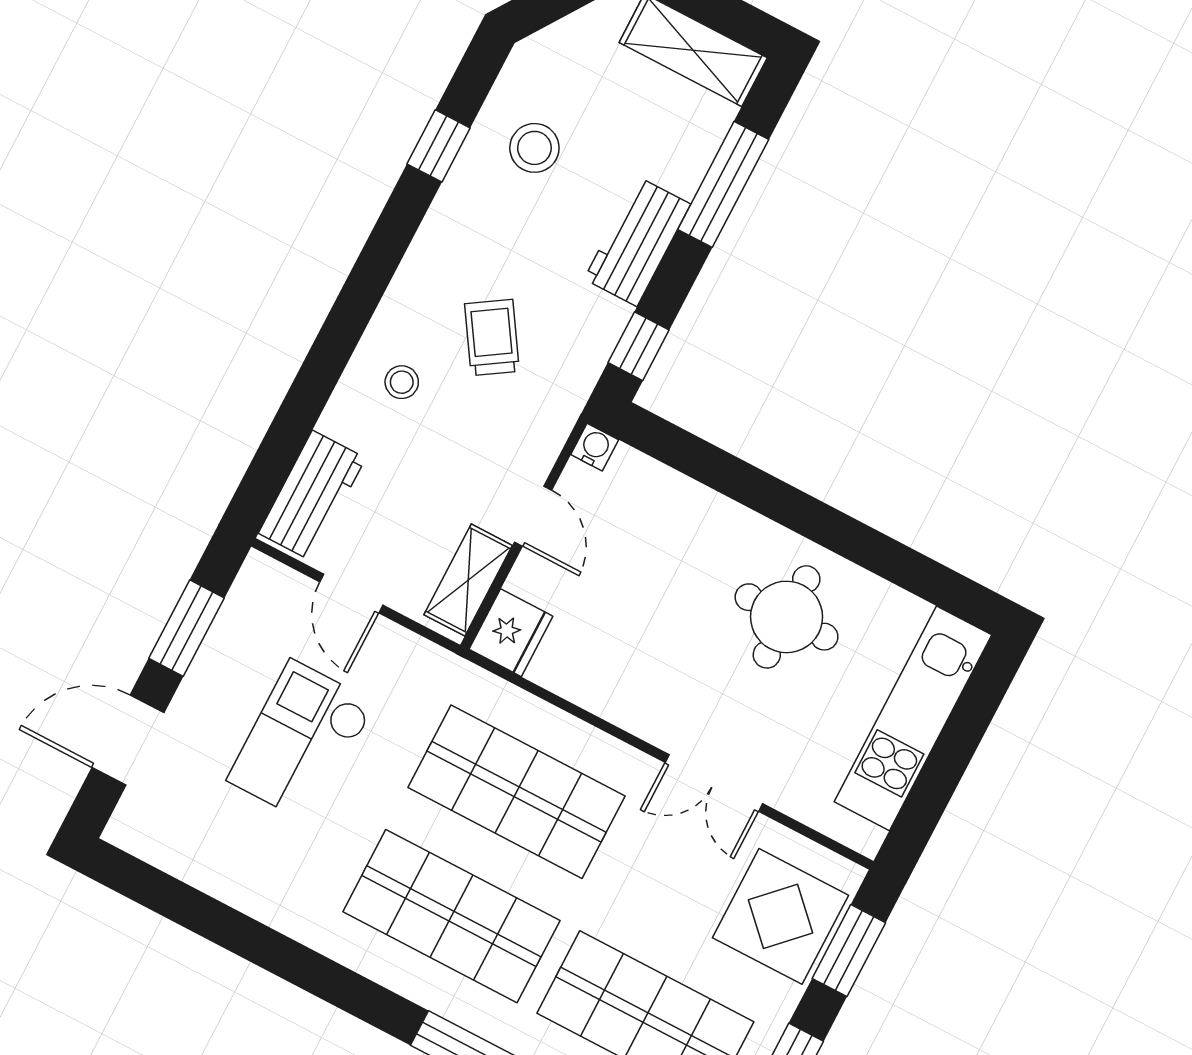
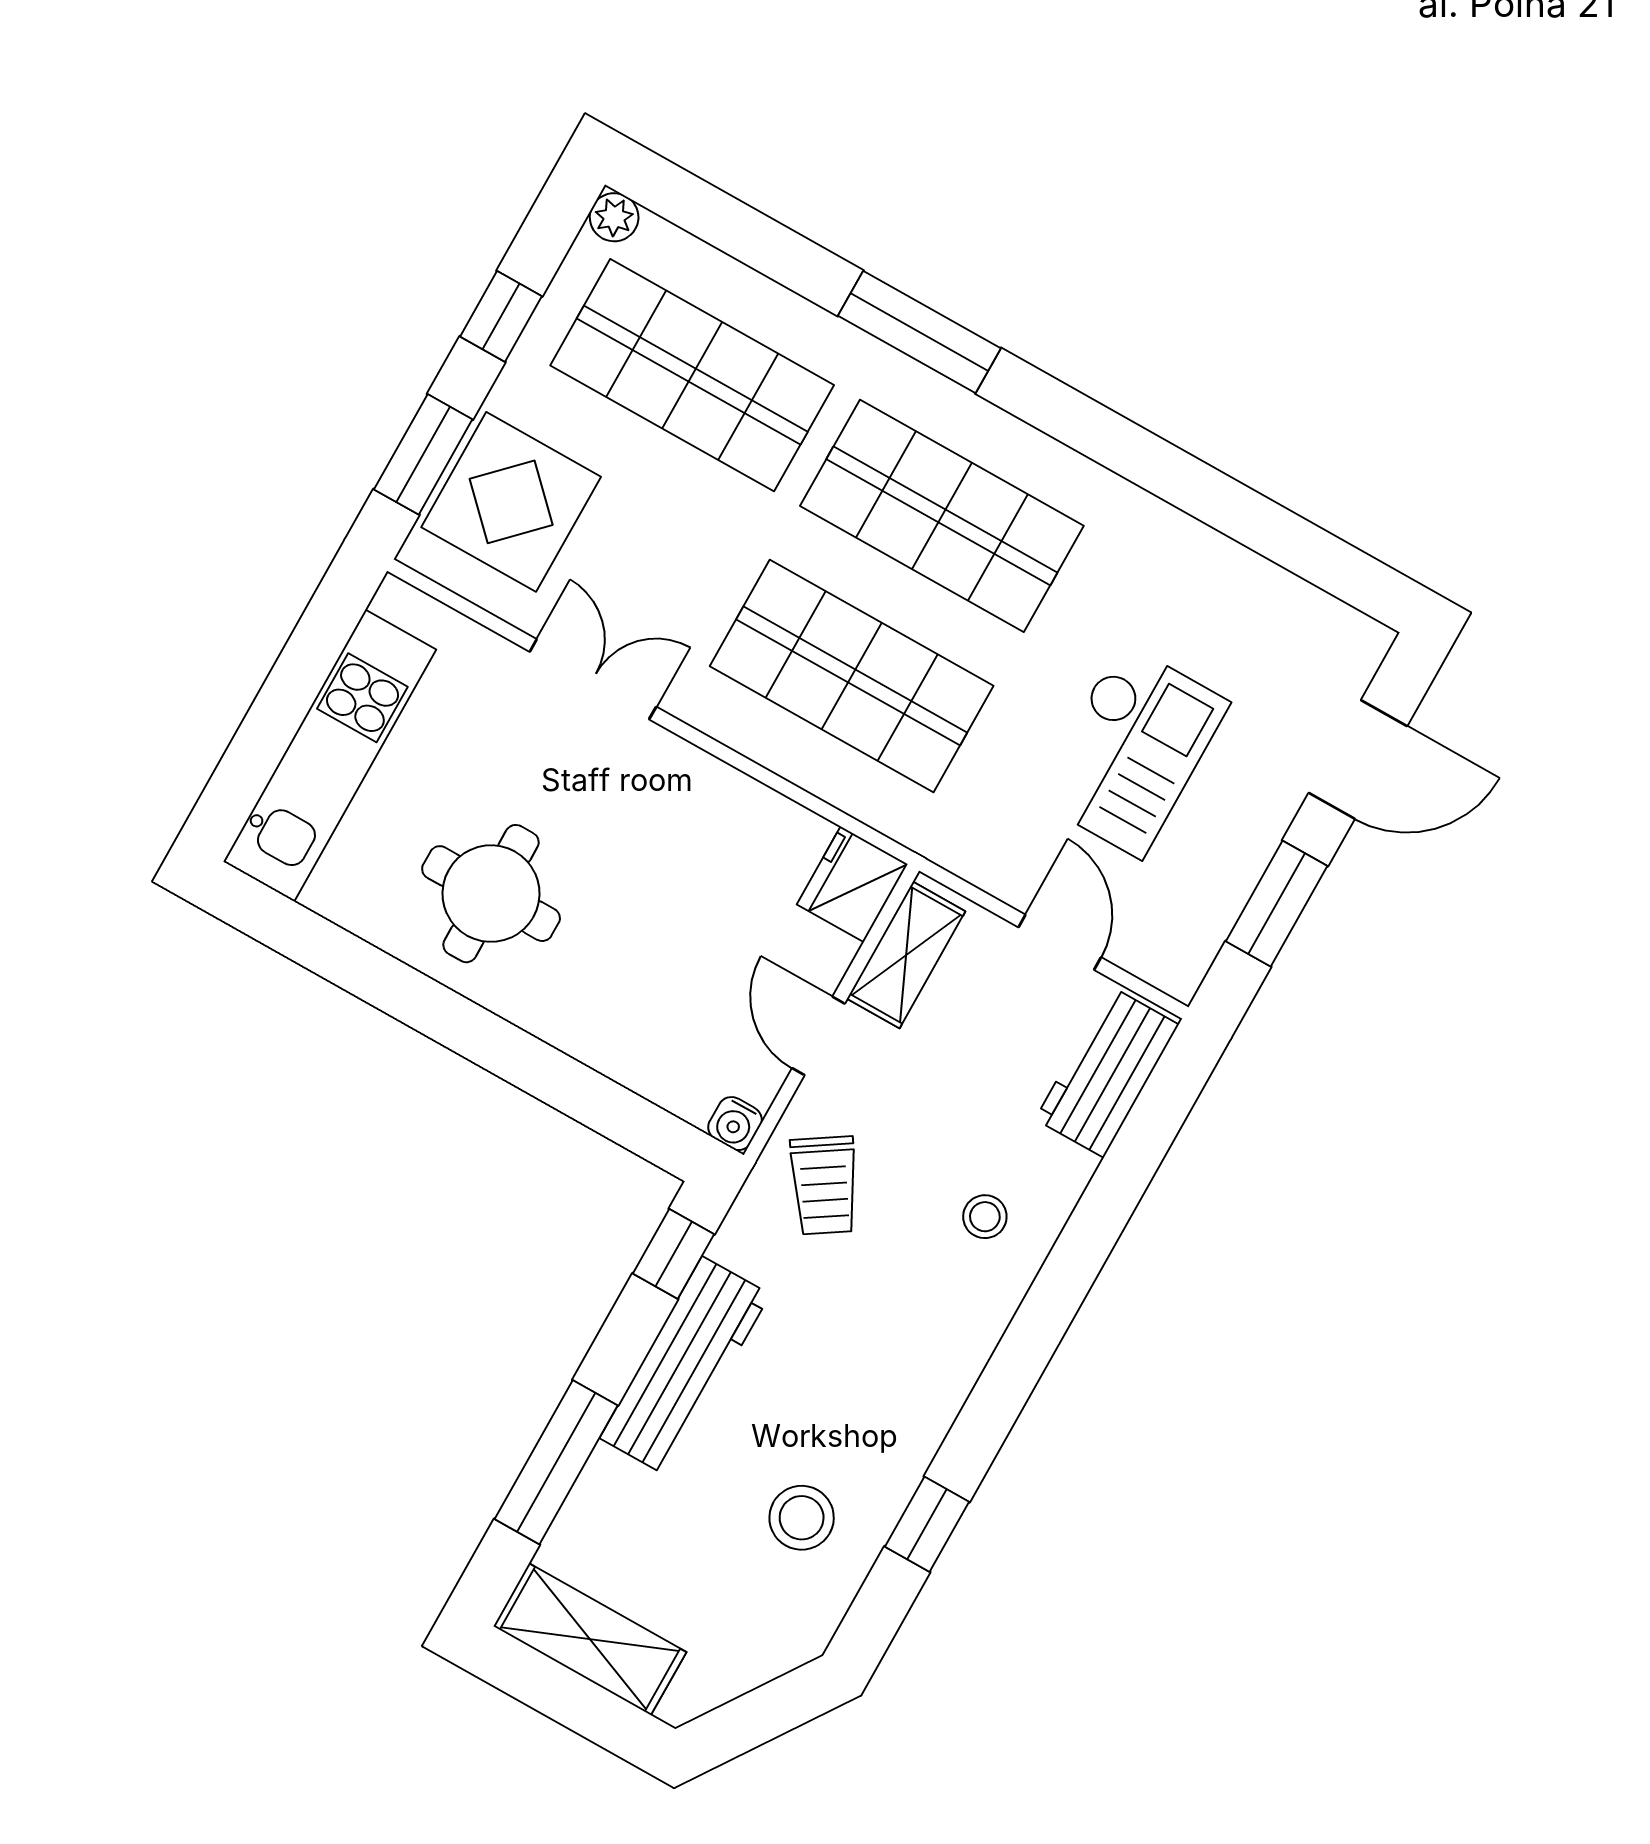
workbench: (637, 242) -> (685, 1366), width x1.38
trolley: (492, 337) -> (824, 1185), moved

